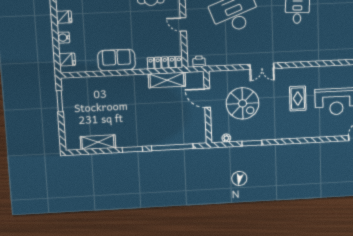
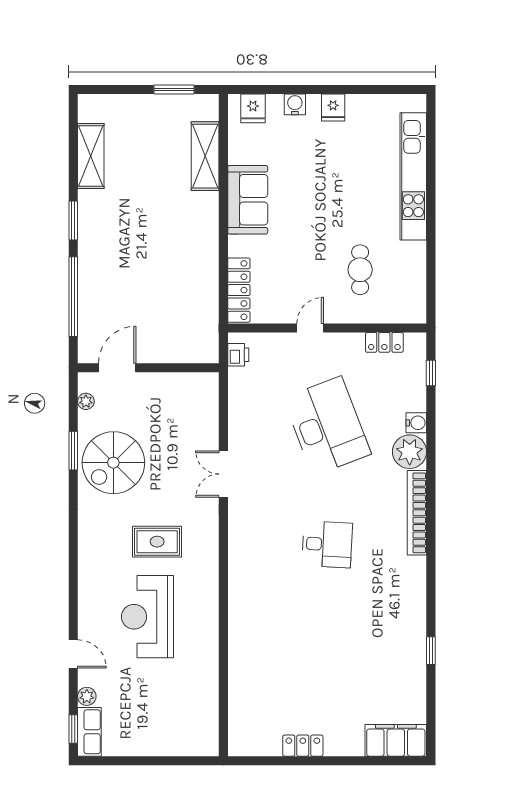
shelving: (167, 80) -> (205, 156), moved
door: (207, 98) -> (117, 368), moved
spiral stairs: (243, 103) -> (113, 463), moved

